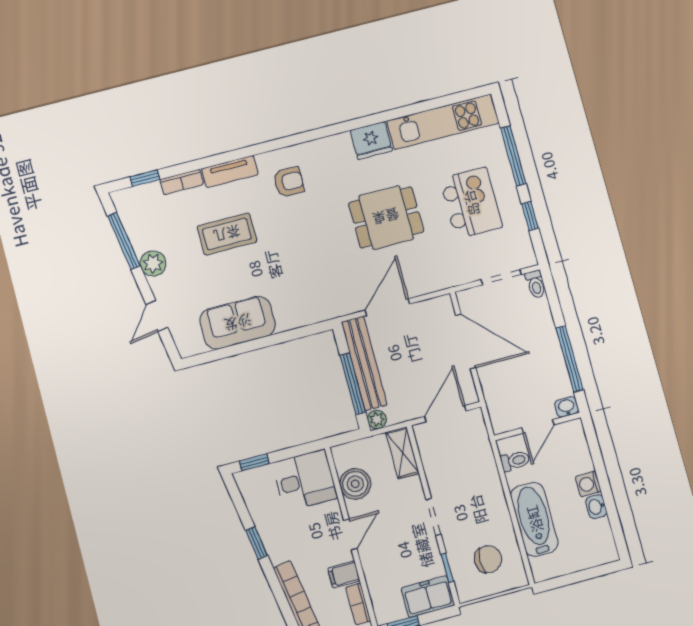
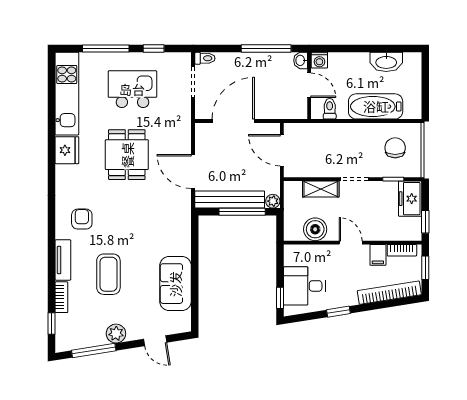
shelving: (402, 453) -> (321, 189), moved
desk: (305, 480) -> (304, 286), moved, turned -90
washing machine: (588, 484) -> (319, 60), moved
washbasin: (596, 507) -> (386, 62), width x1.91, depth x1.45

